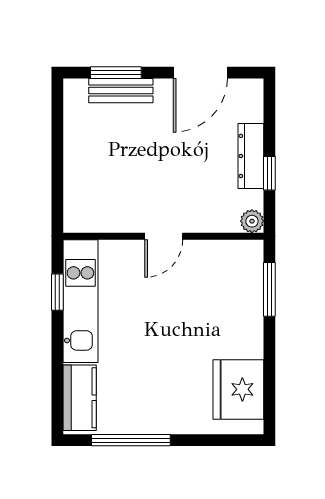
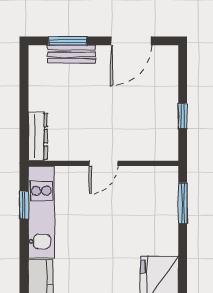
dresser: (251, 156) -> (38, 136), moved, turned 180
plant: (252, 221) -> (170, 152), removed

